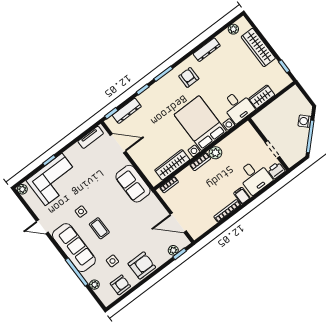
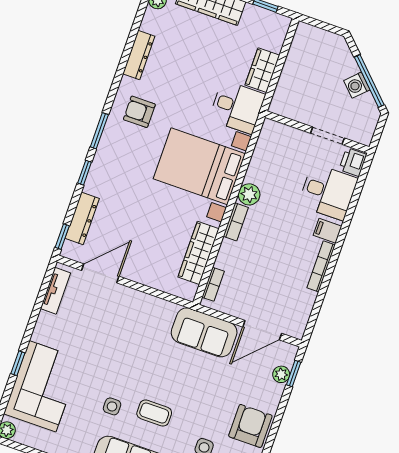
washing machine: (305, 121) -> (357, 85), moved
sofa: (133, 184) -> (204, 332), moved

